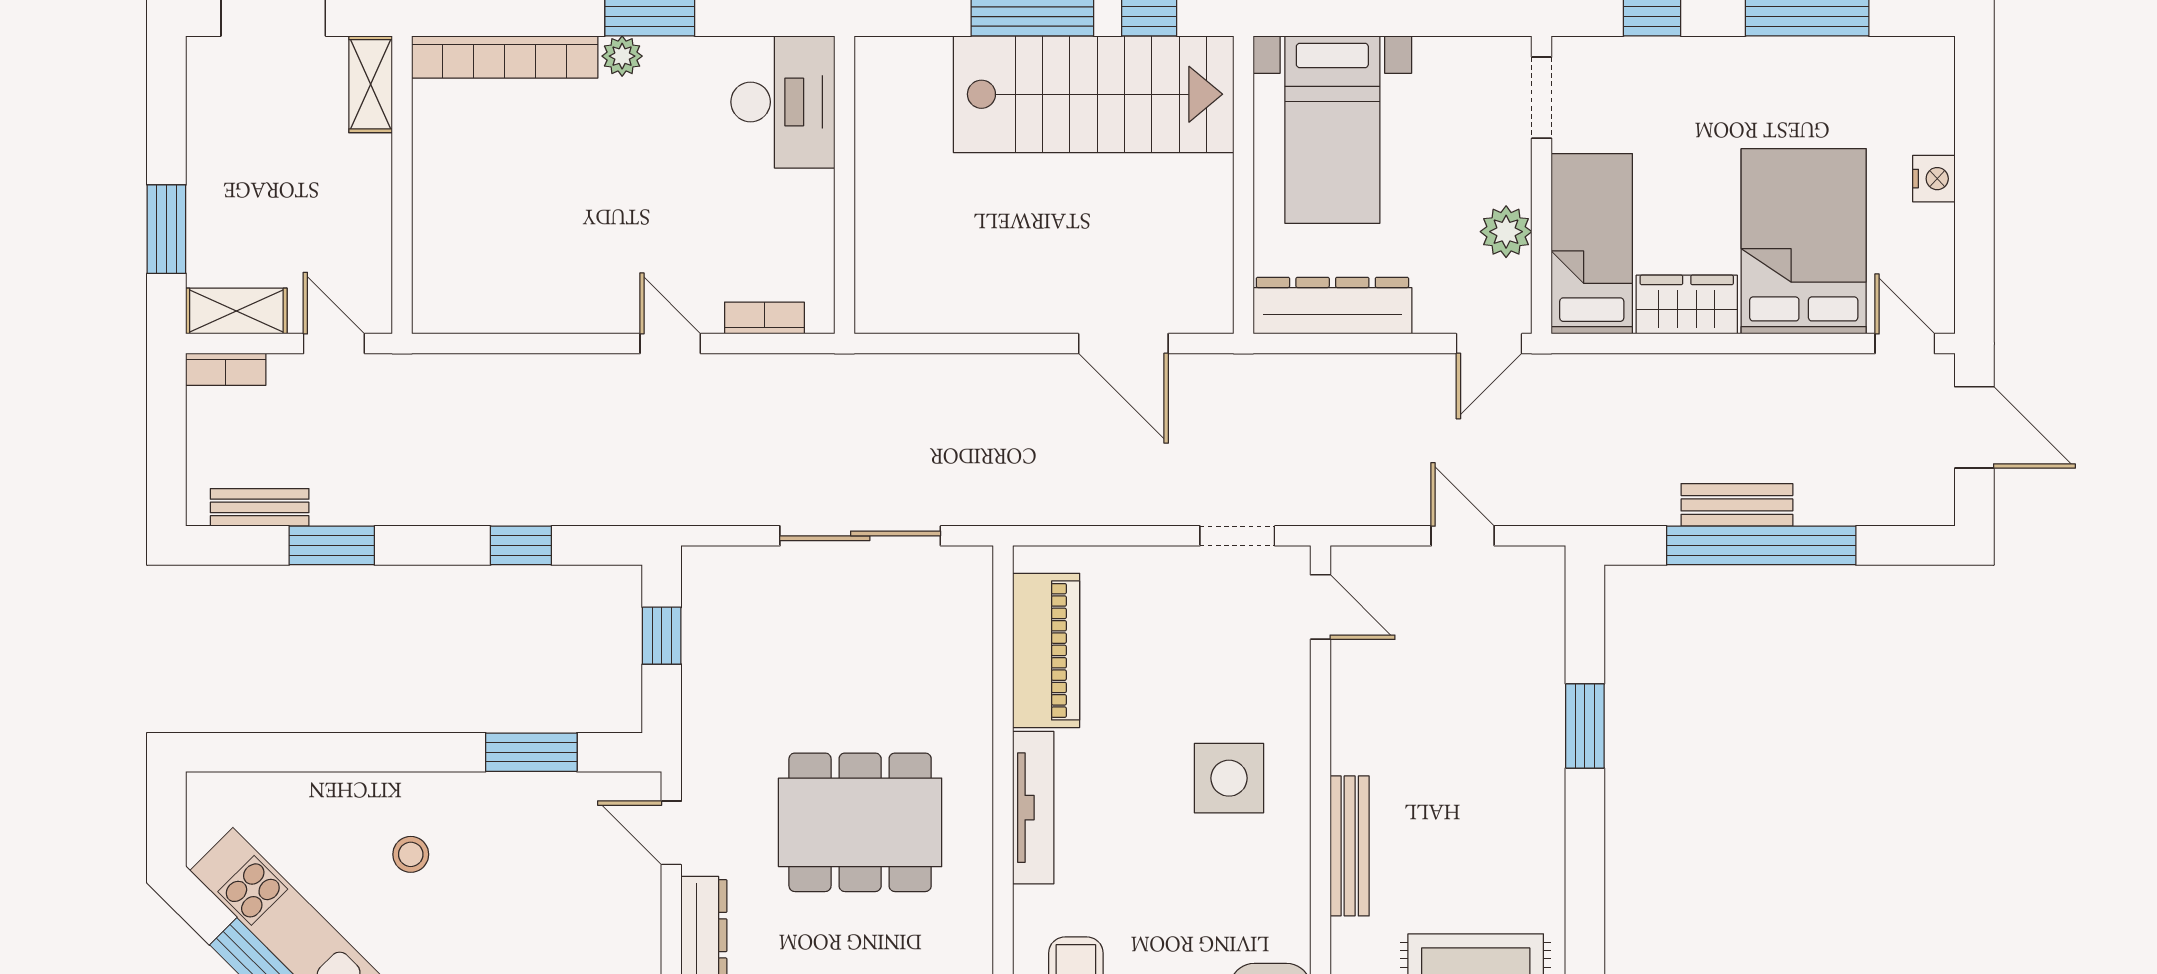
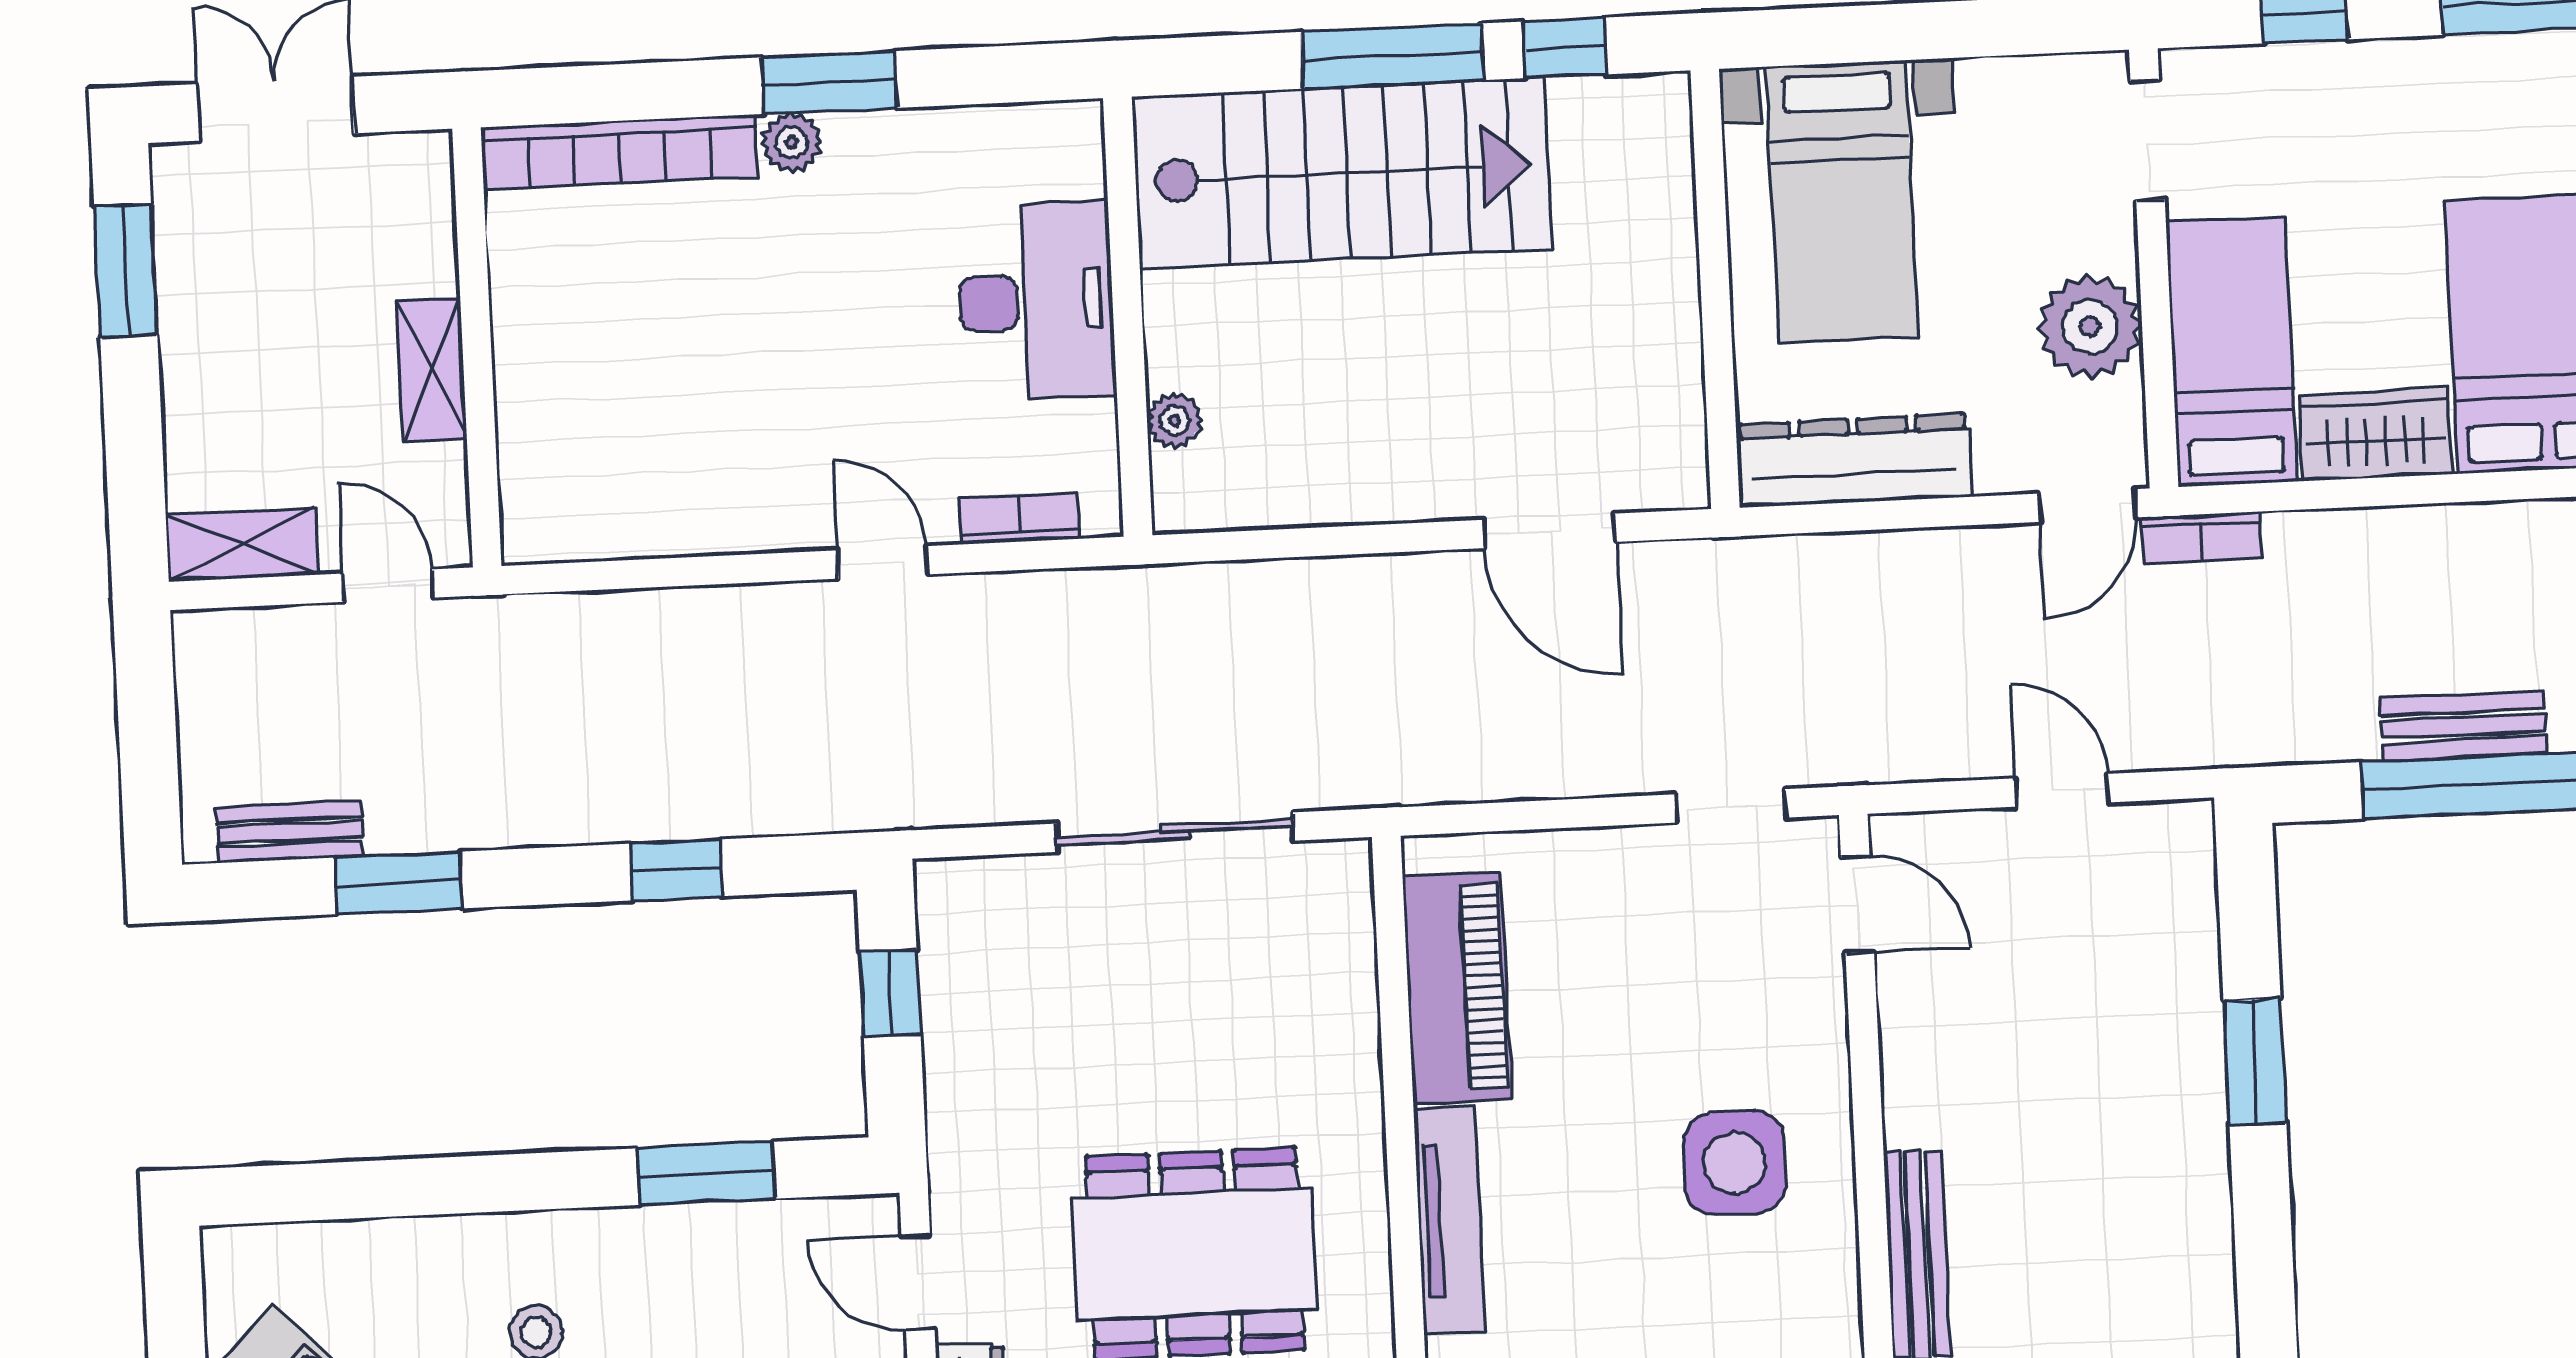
shelving: (371, 84) -> (431, 369), moved
stairs: (1094, 94) -> (1342, 173), moved
desk: (783, 102) -> (1036, 301), moved
window: (166, 229) -> (126, 271), moved
plant: (1506, 232) -> (2090, 327), width x1.36, depth x1.36
plant: (873, 257) -> (1174, 420), added
bookcase: (226, 369) -> (2202, 538), moved

